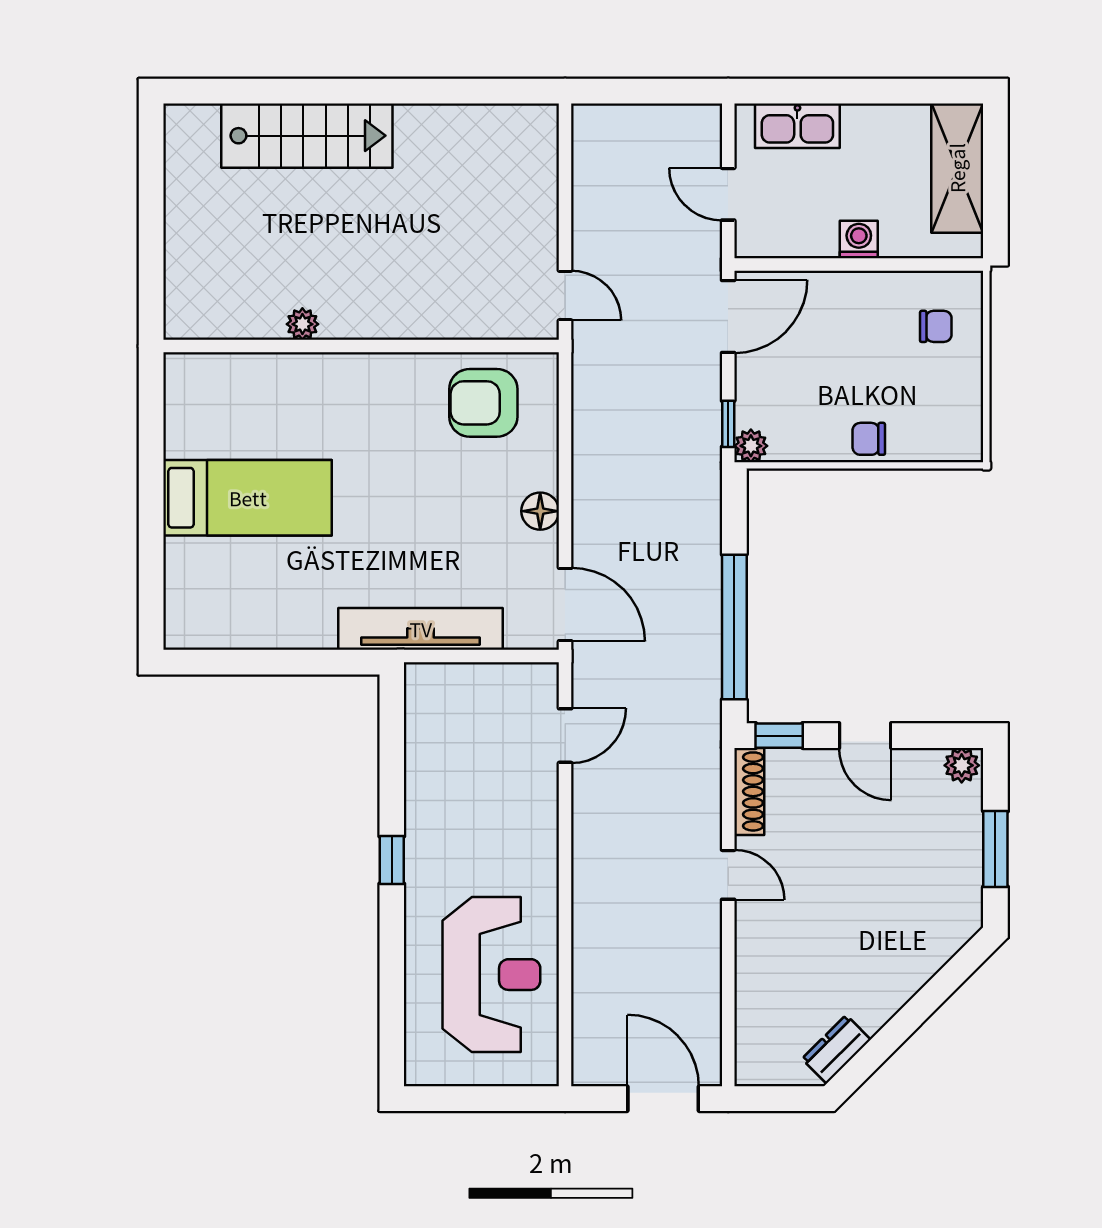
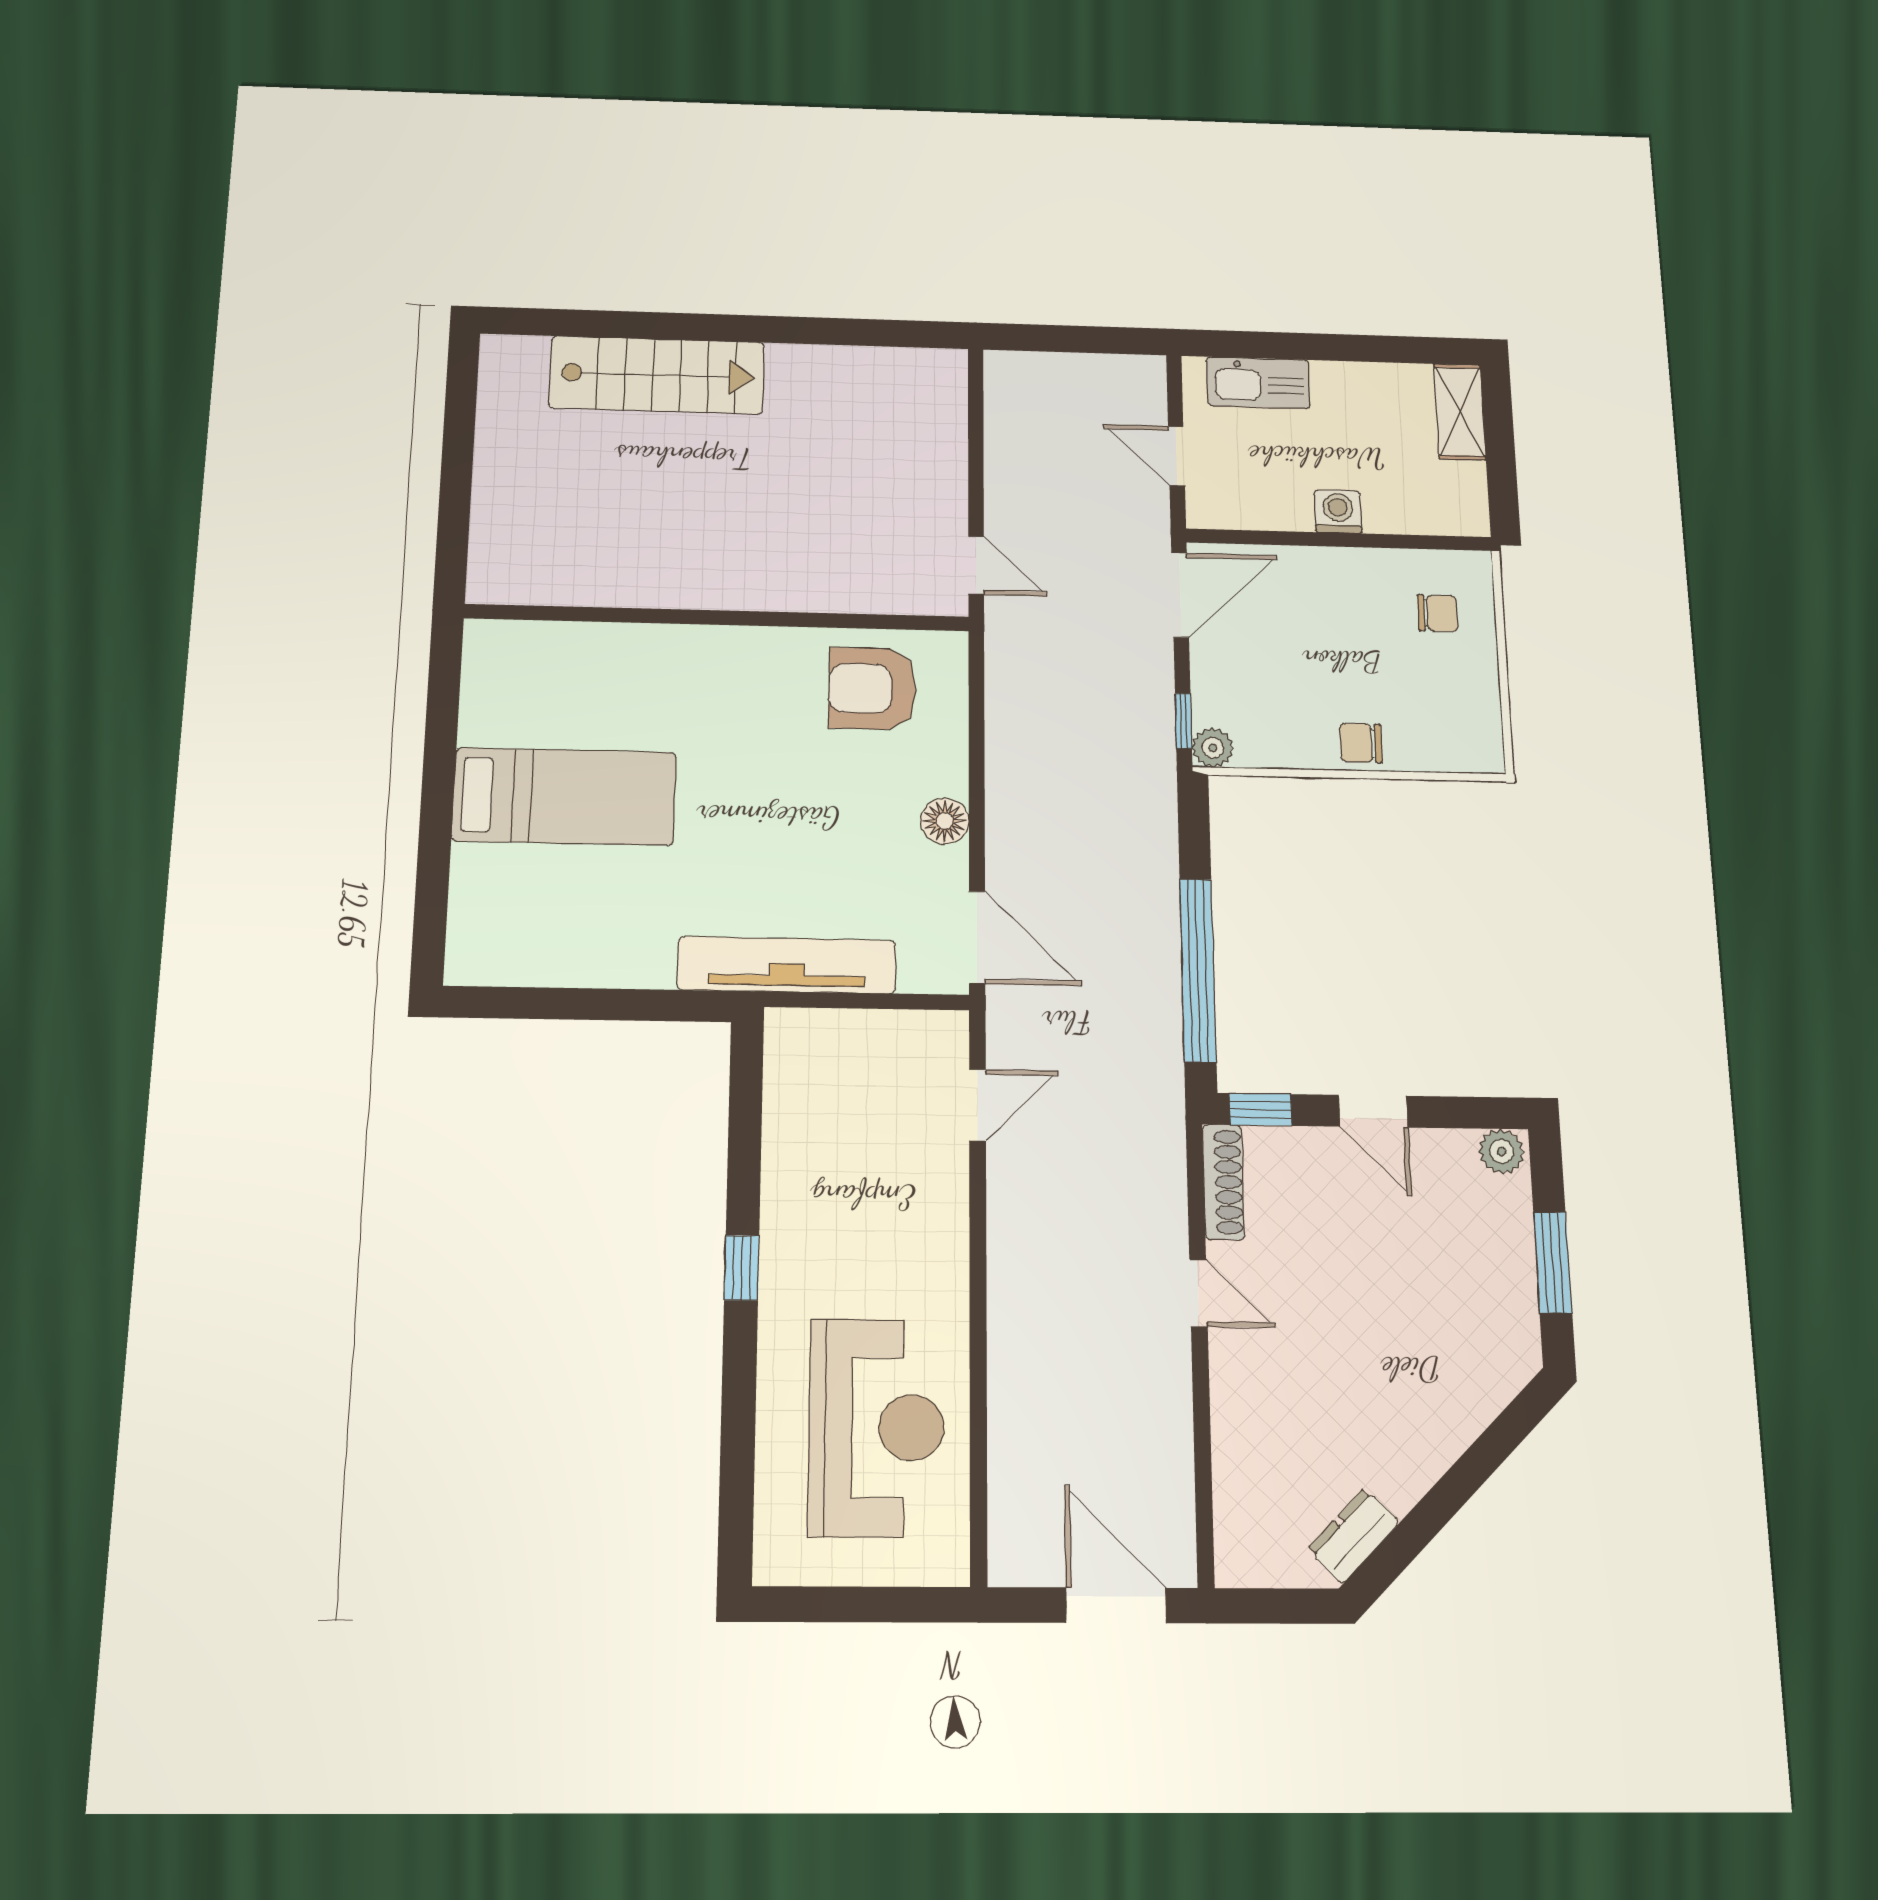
shelving: (957, 168) -> (1460, 412), width x0.67, depth x0.75
plant: (302, 324) -> (644, 590), removed

